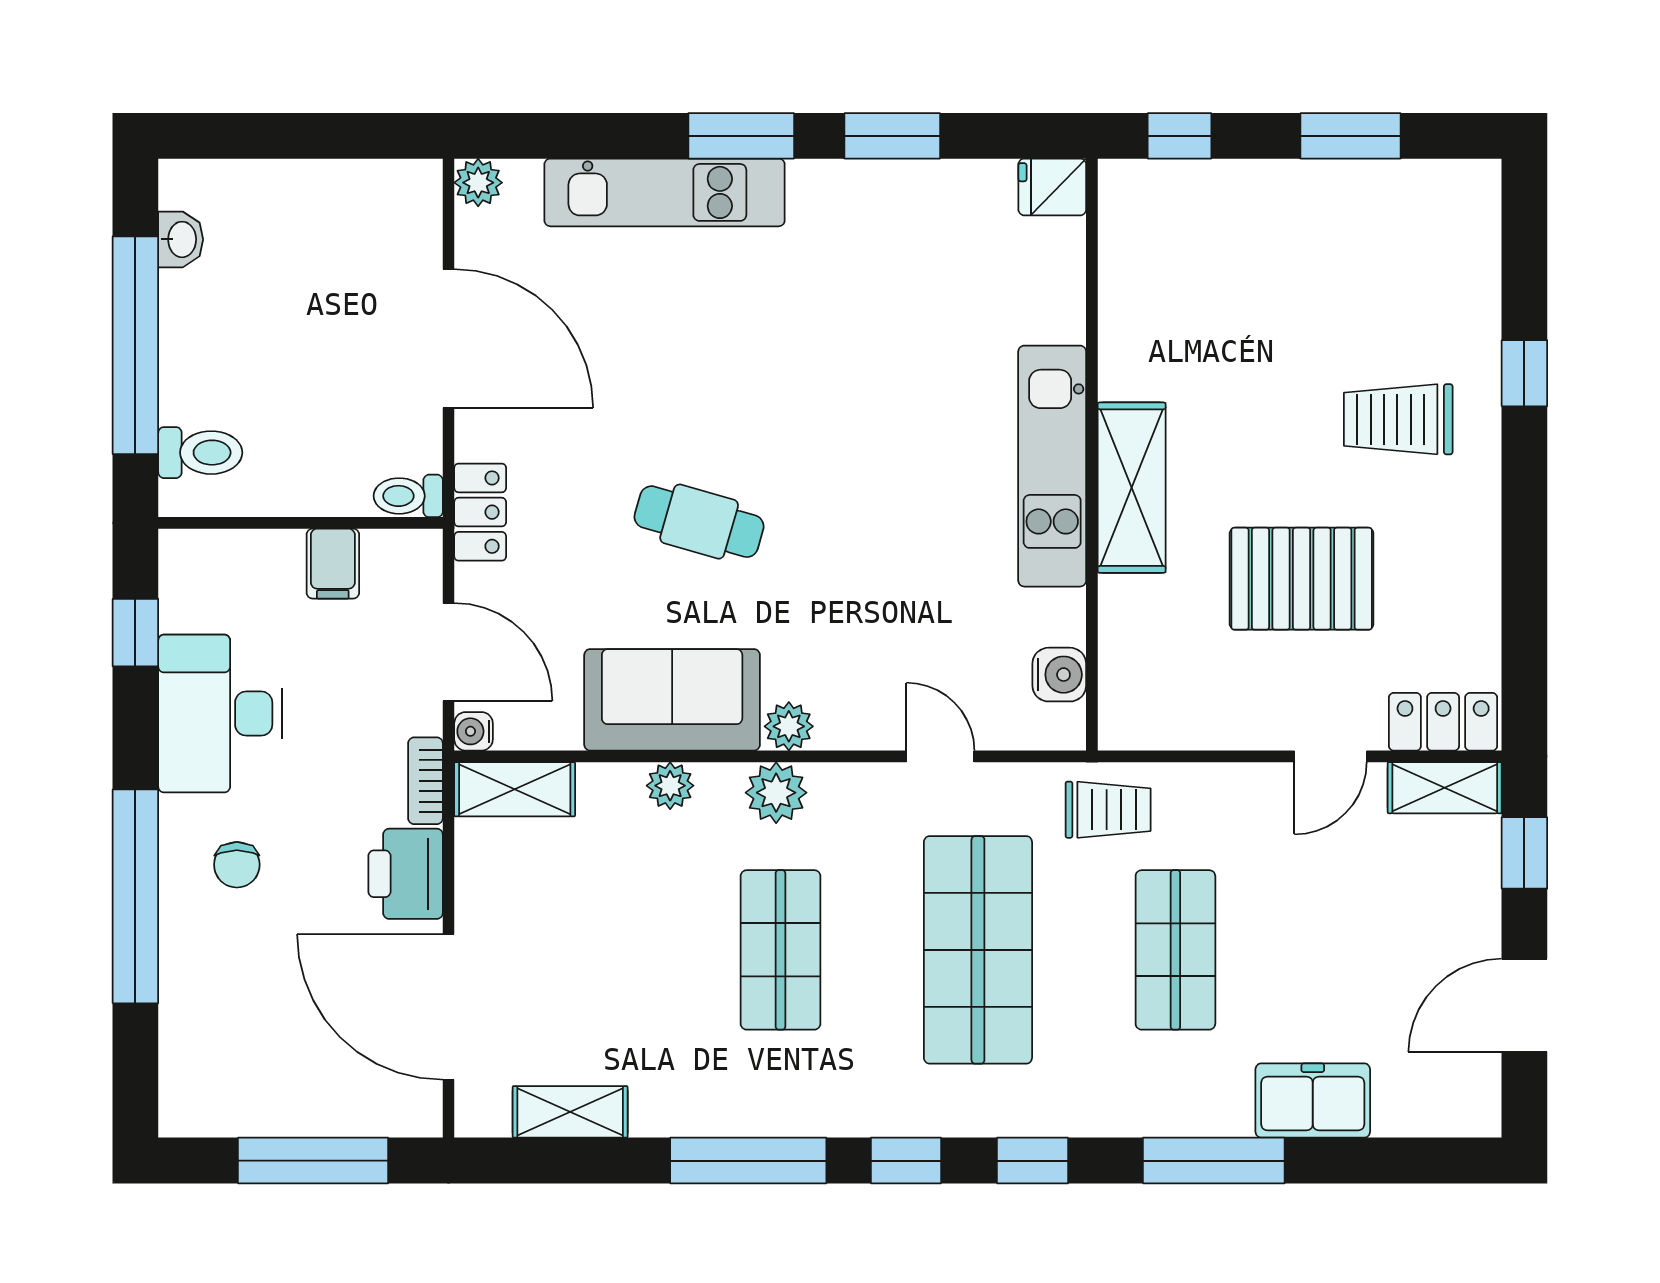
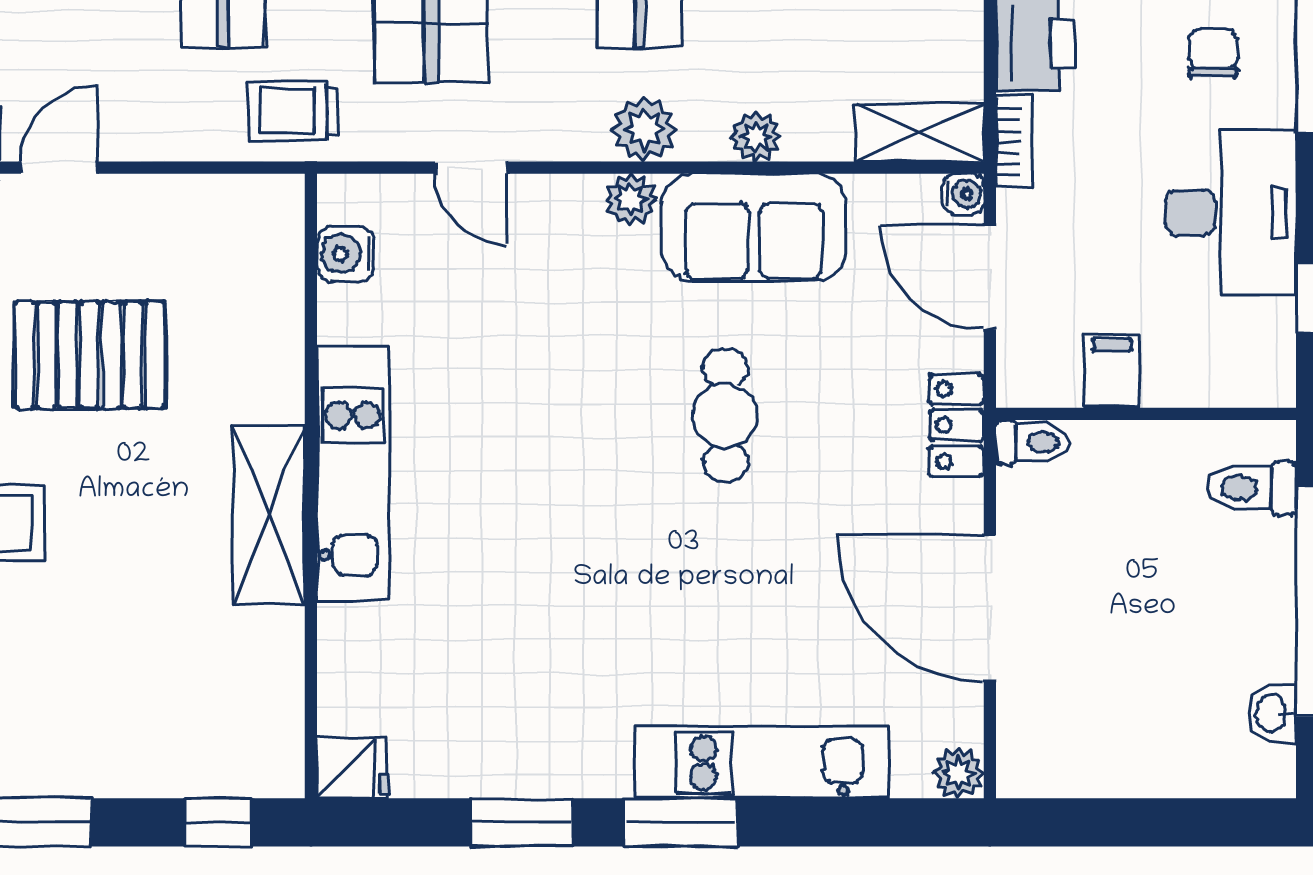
shelving: (1132, 488) -> (269, 515), moved
cafe table: (699, 522) -> (725, 415), turned 74

